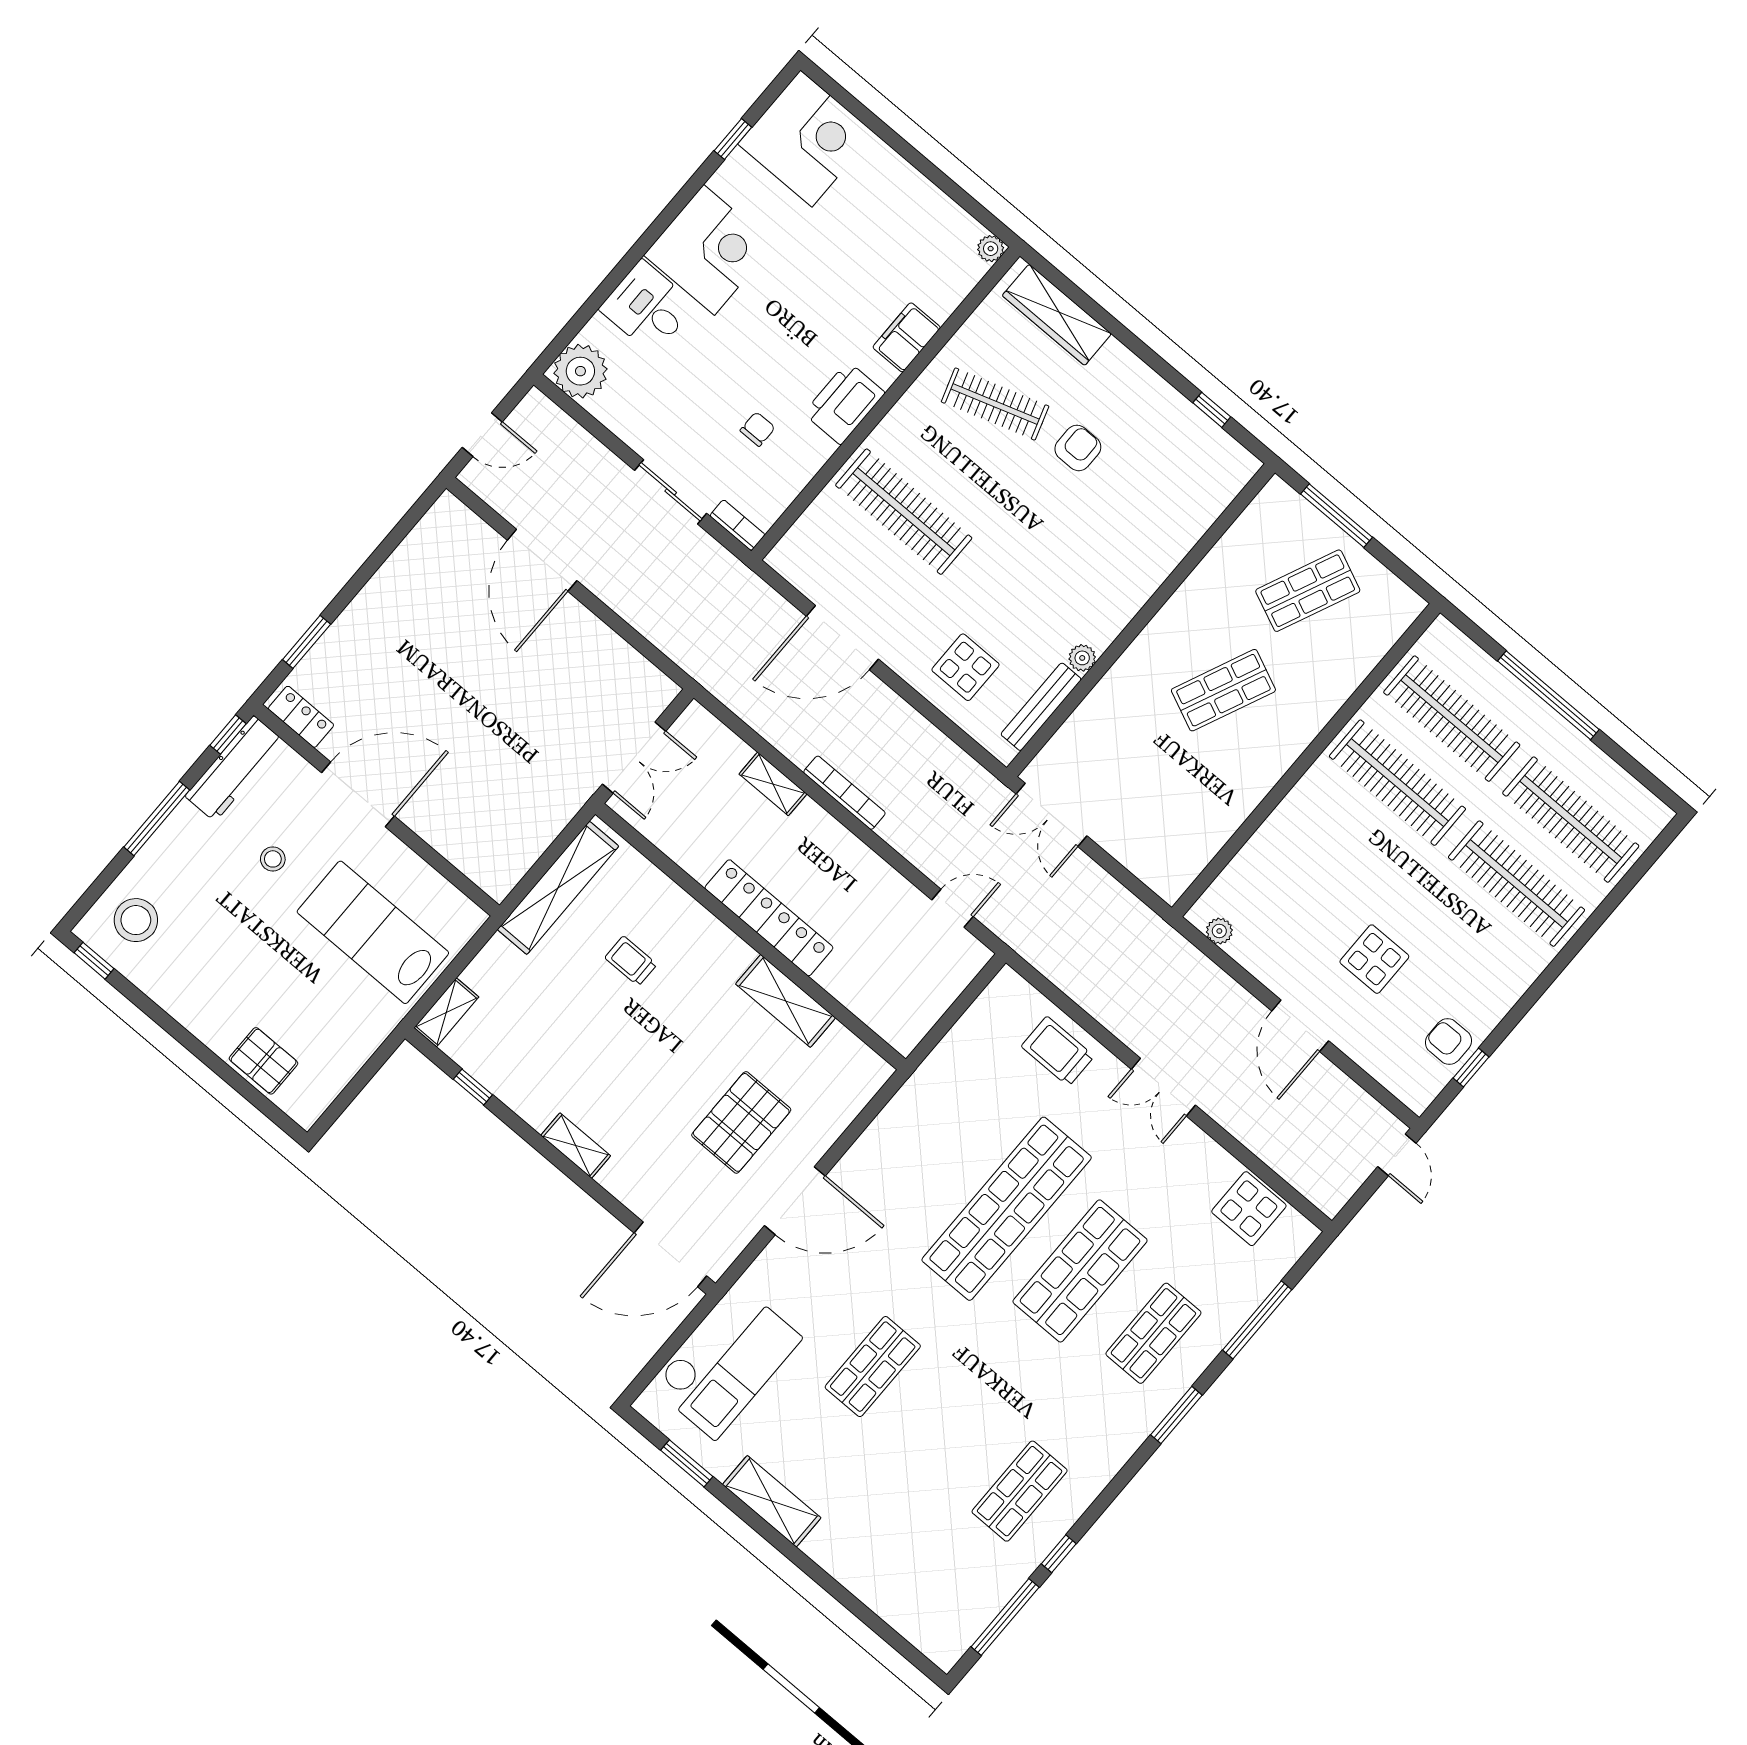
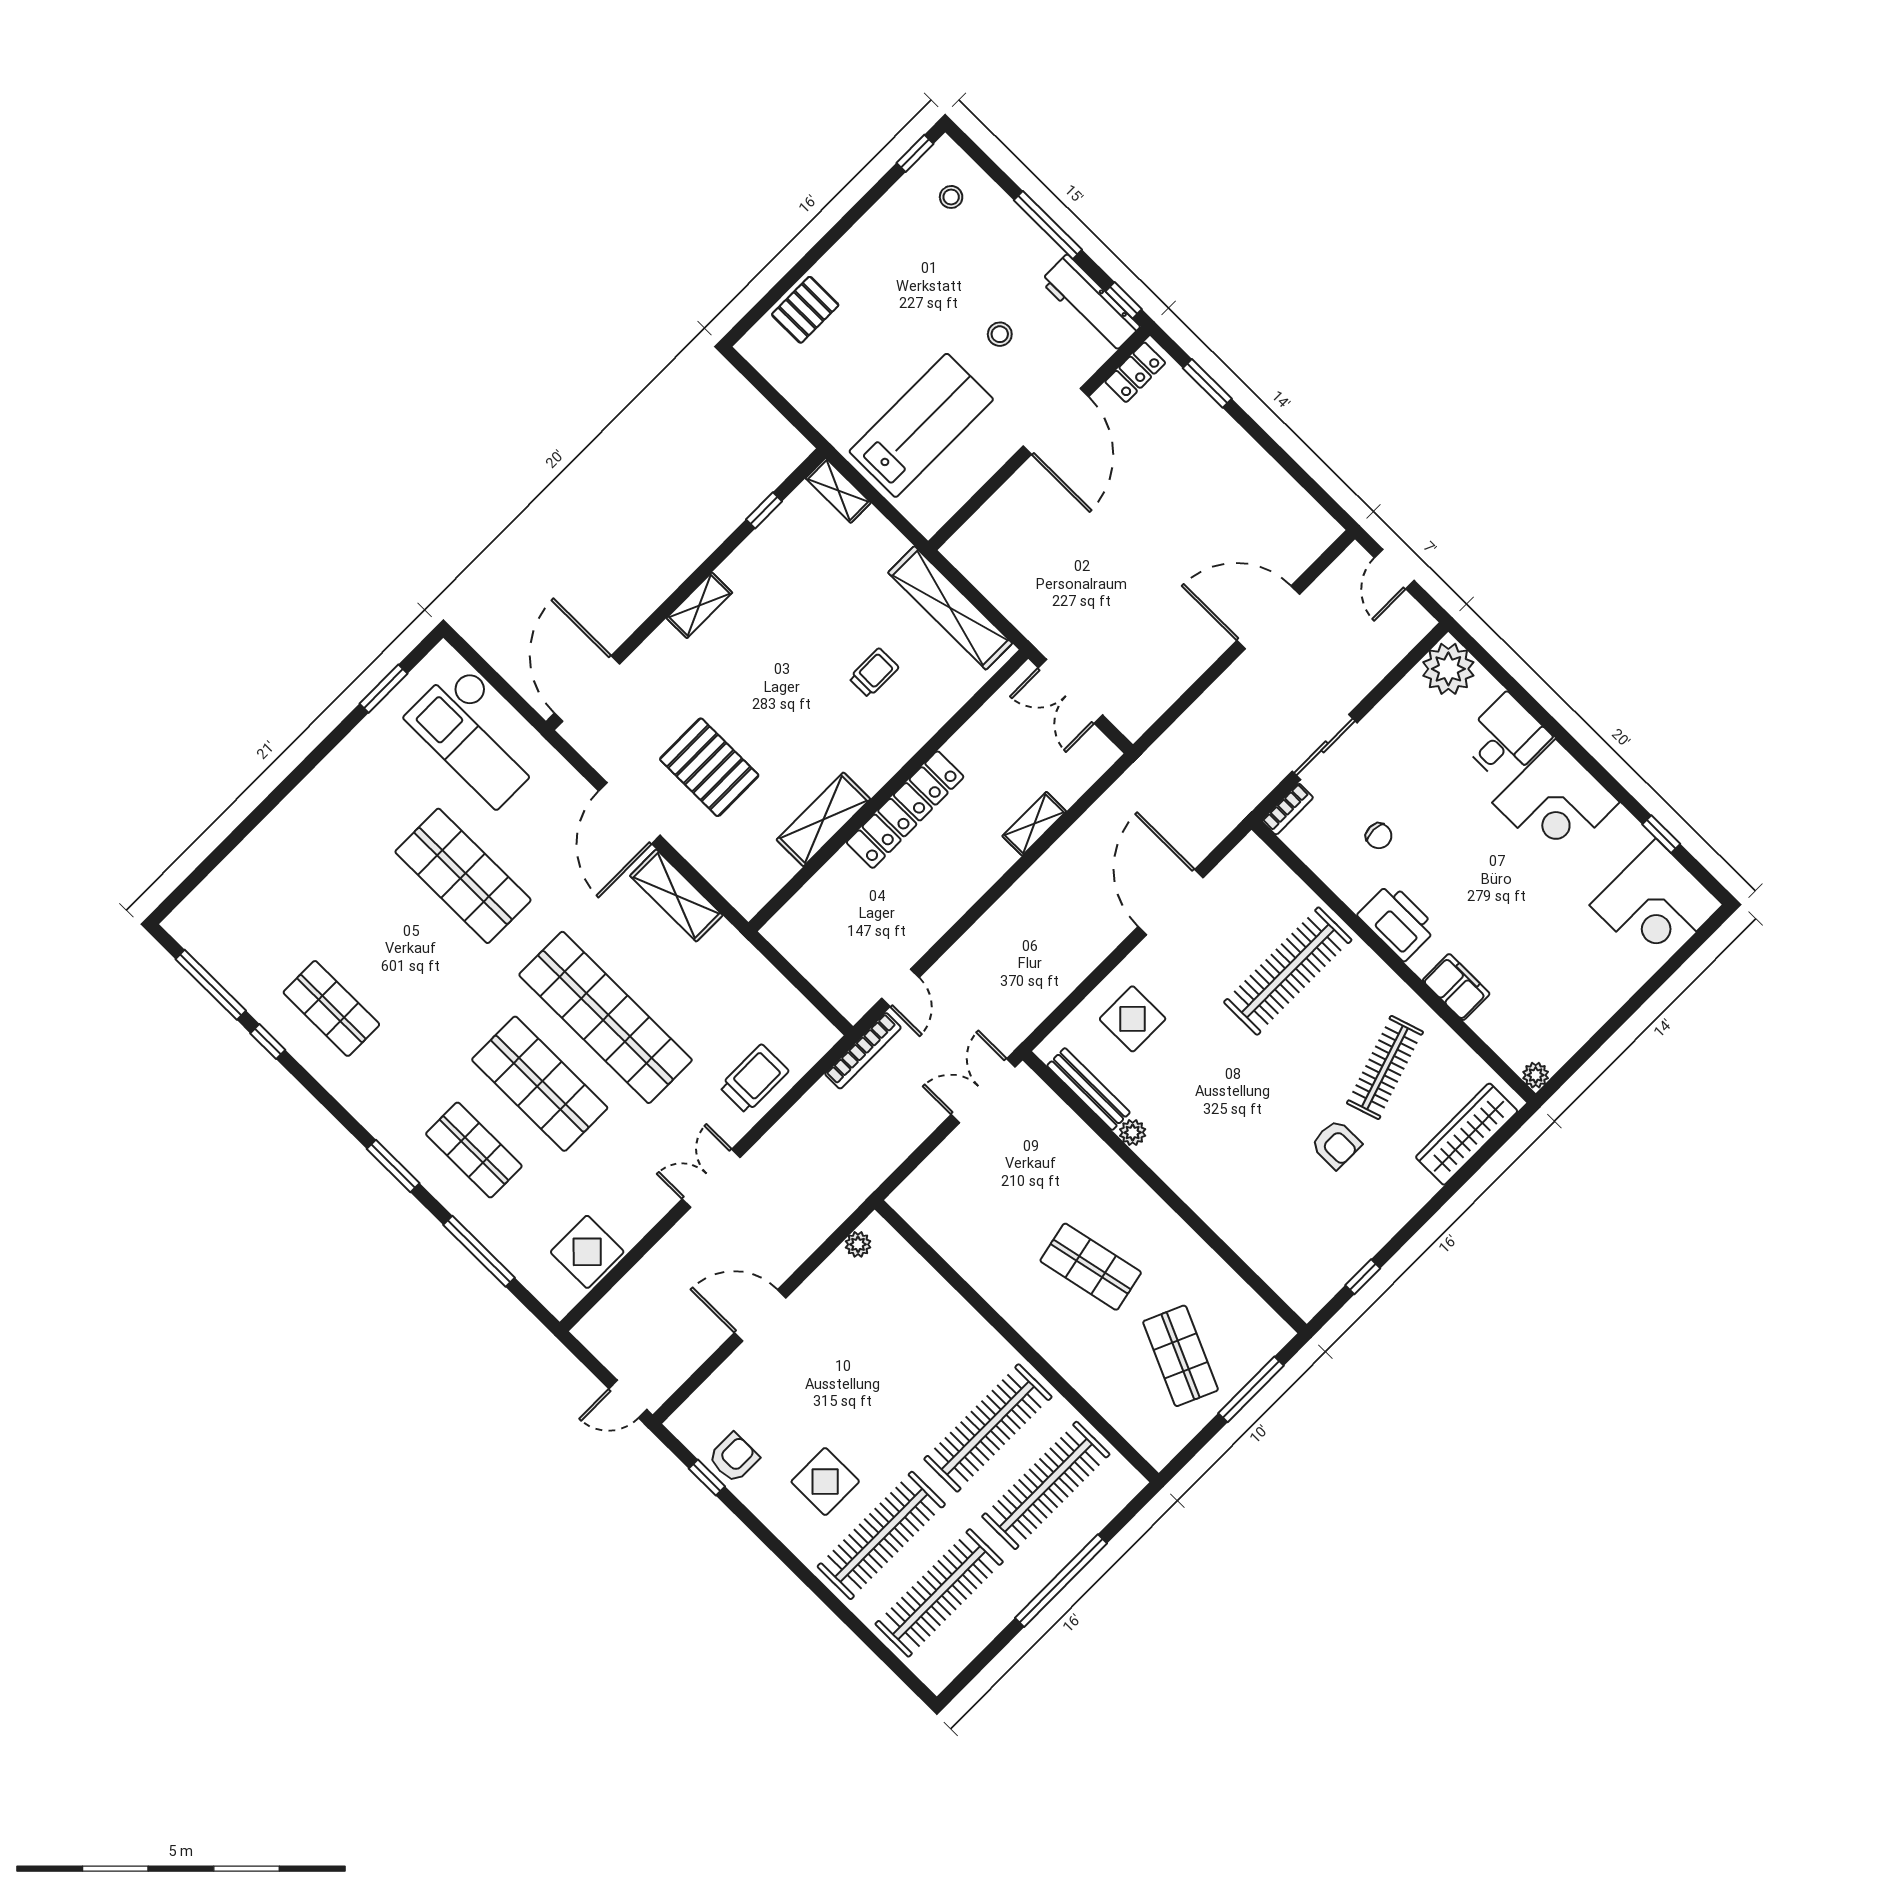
shop shelf: (1223, 690) -> (1091, 1267), turned -36
bookcase: (844, 793) -> (863, 1051), moved
stool: (136, 920) -> (951, 197), width x0.53, depth x0.53
display table: (1374, 959) -> (825, 1482), moved
shop shelf: (873, 1367) -> (463, 876), width x1.43, depth x1.36
shelving: (772, 1501) -> (676, 895), moved, turned 90

